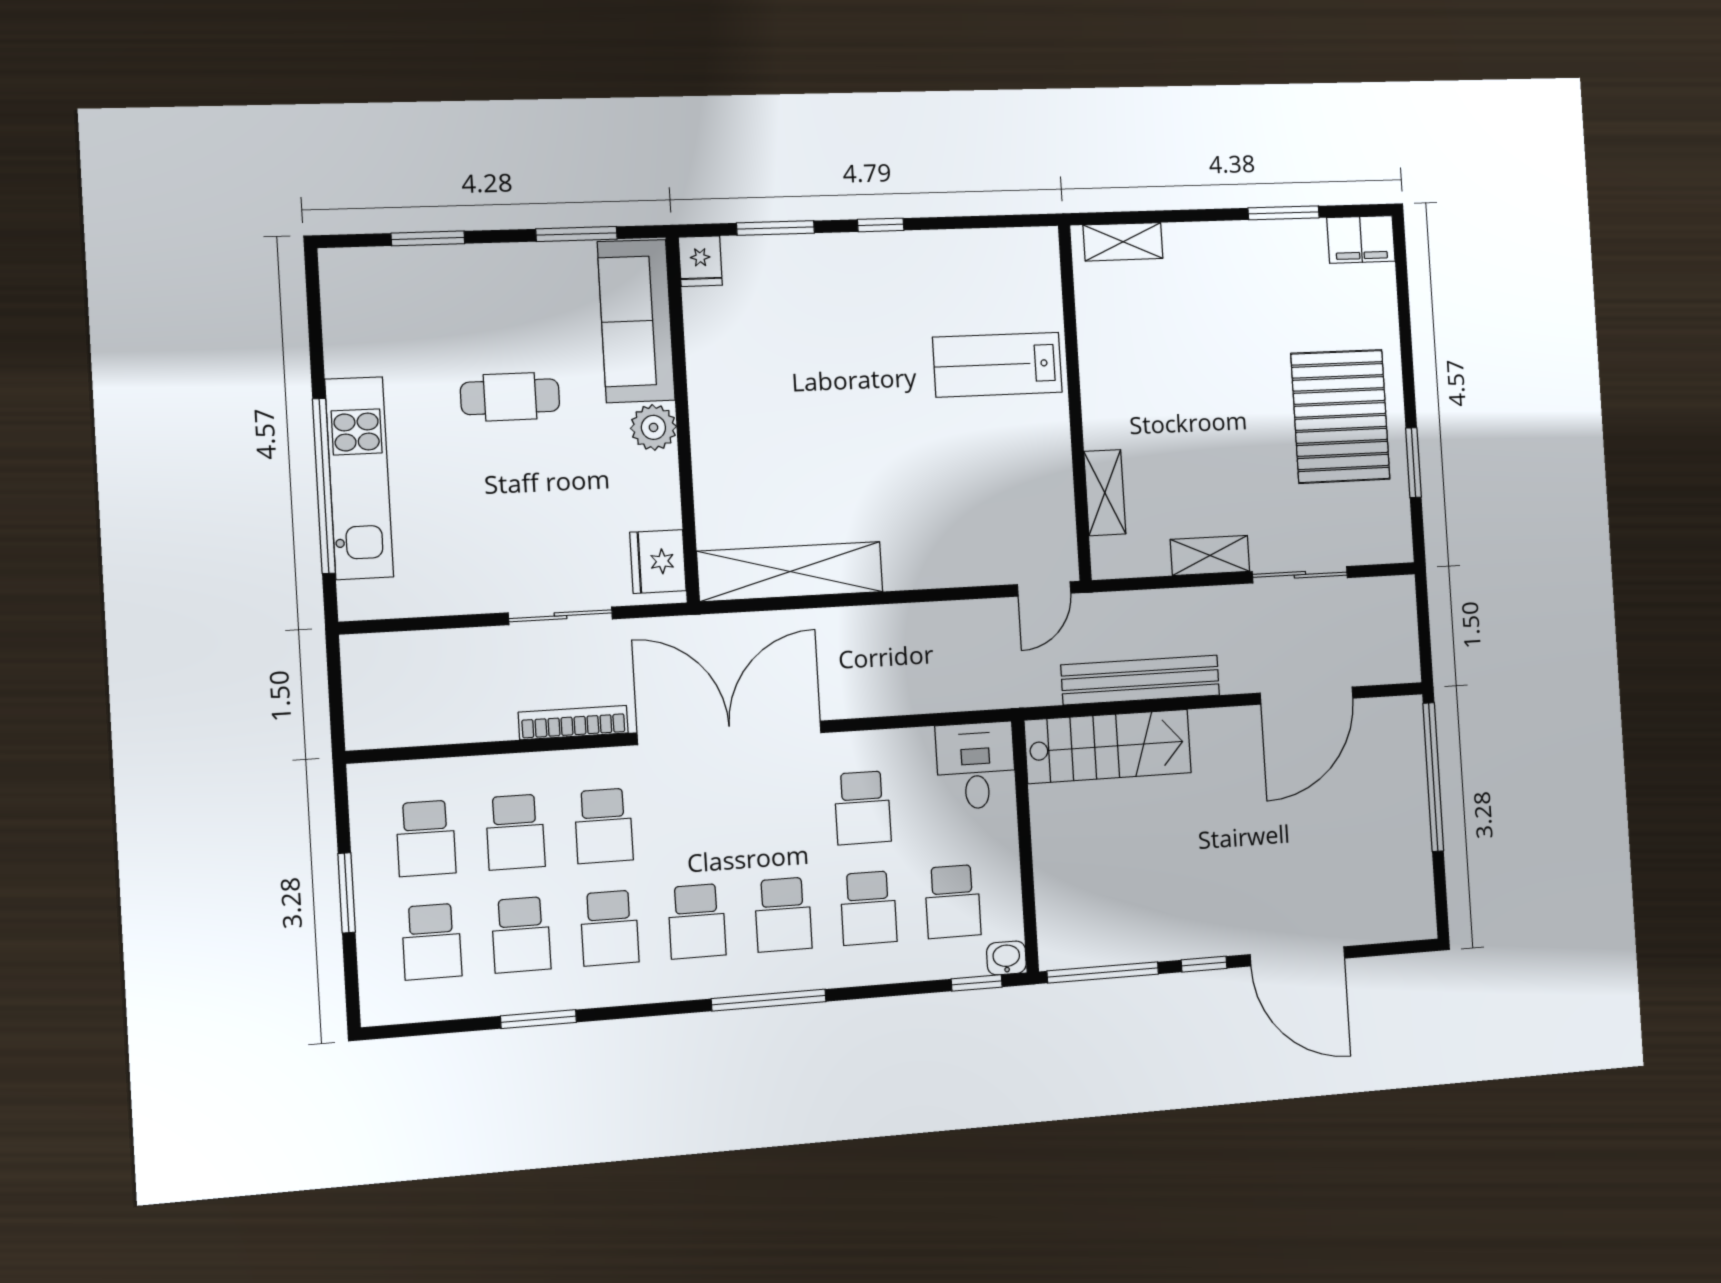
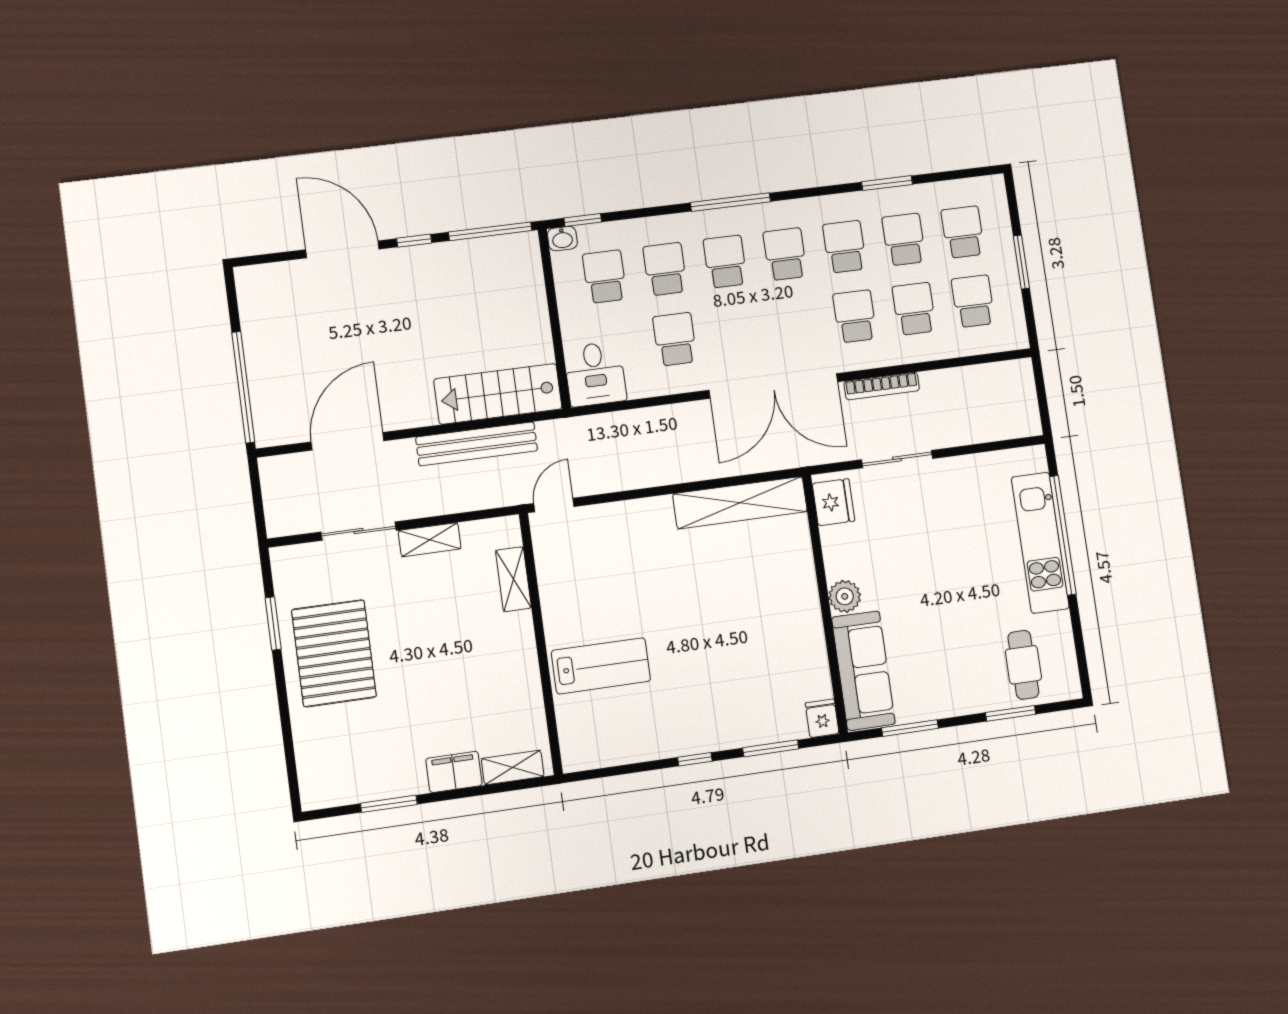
filing cabinet: (1361, 239) -> (454, 772), moved
cafe table: (510, 397) -> (1023, 665), moved, turned 90

